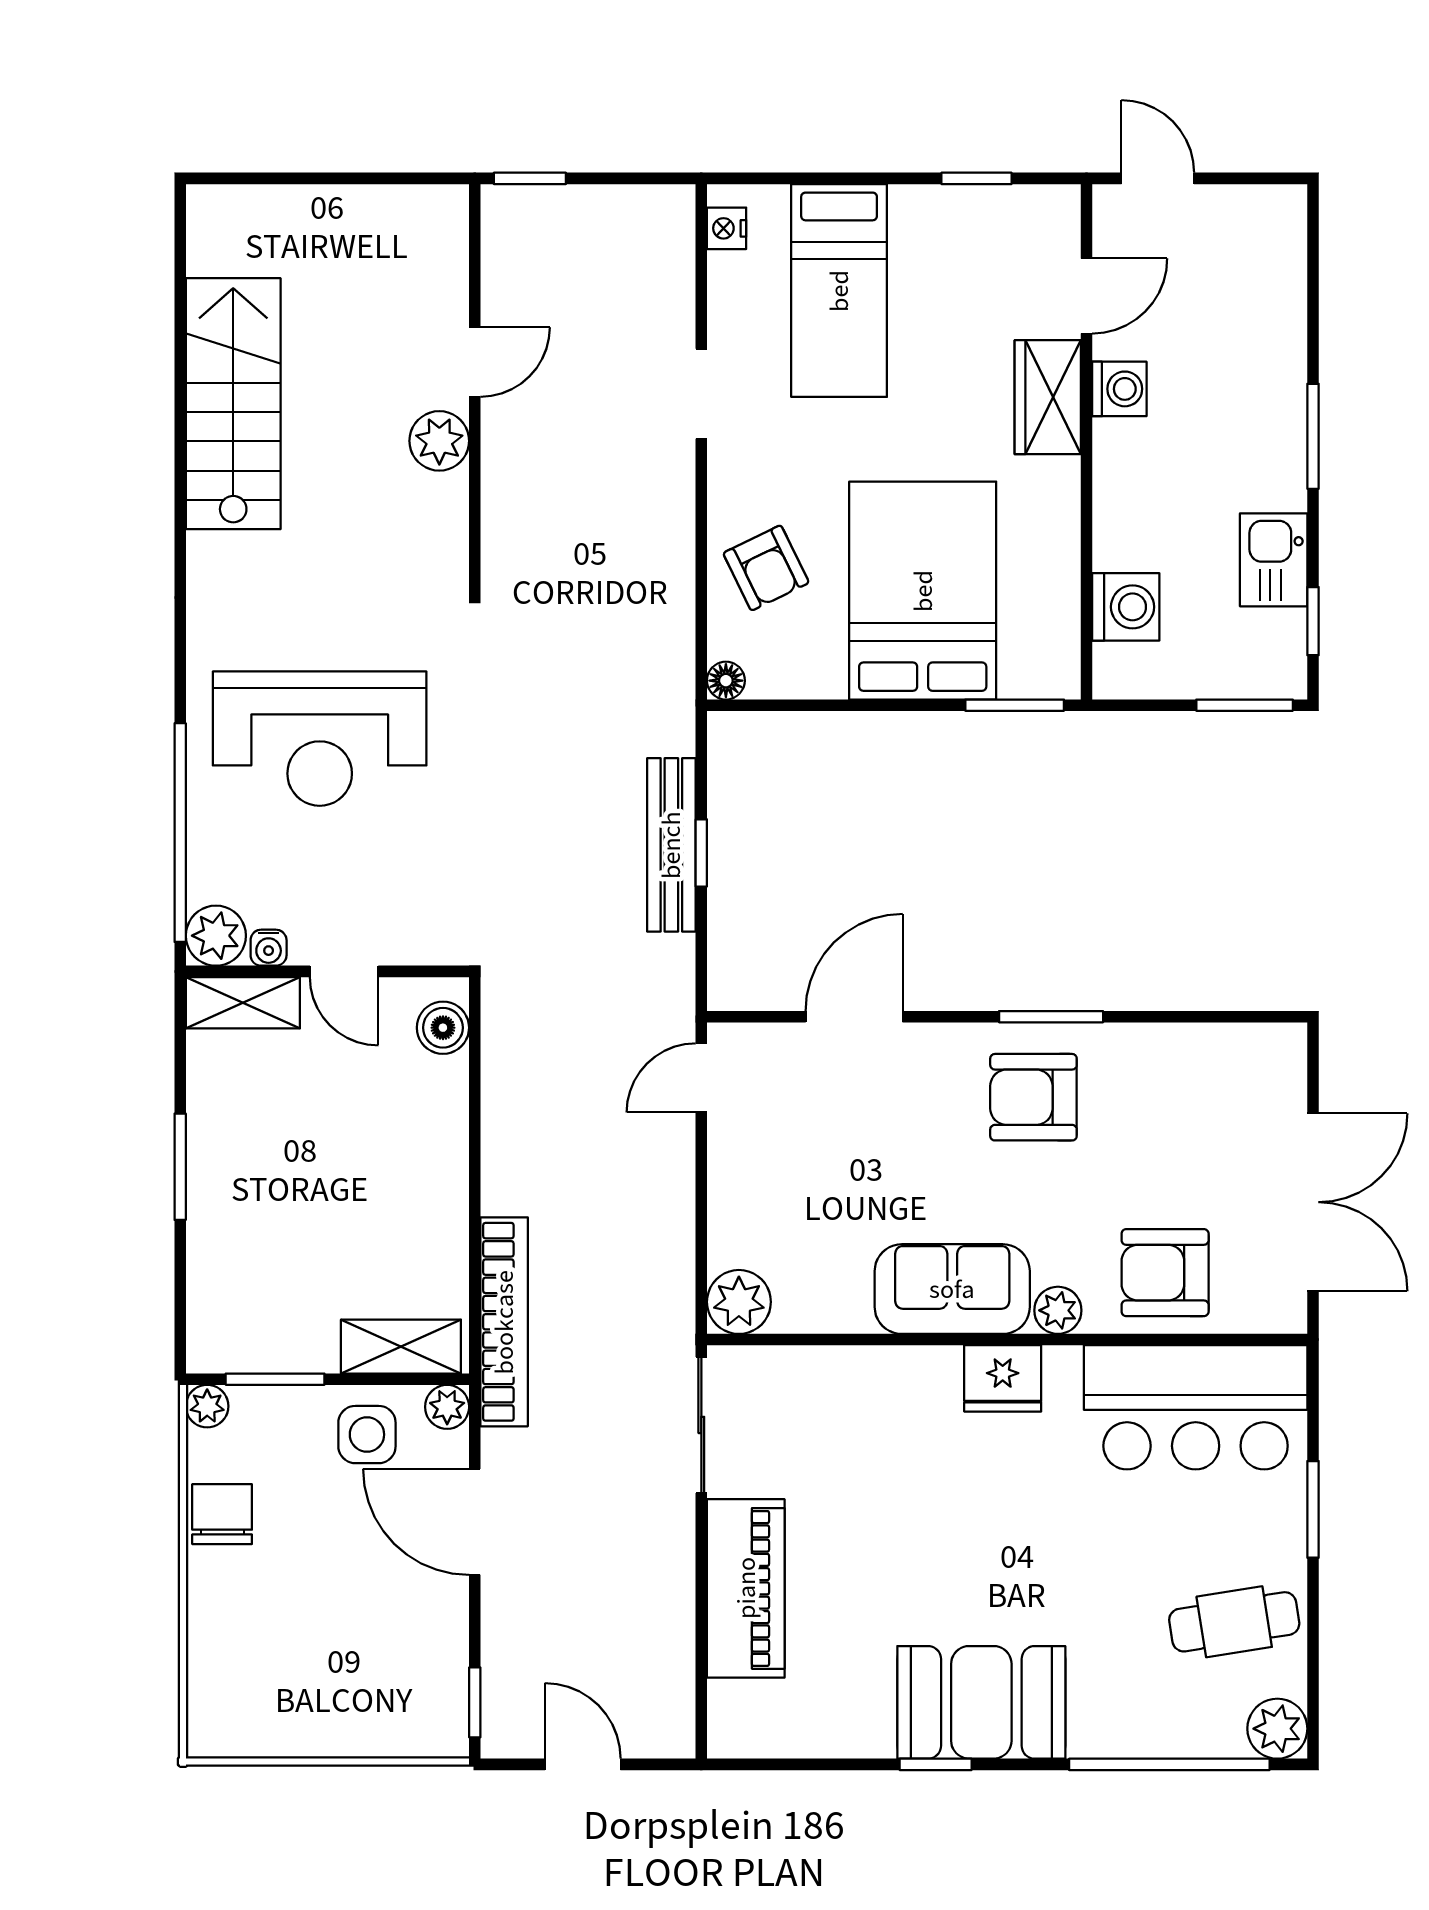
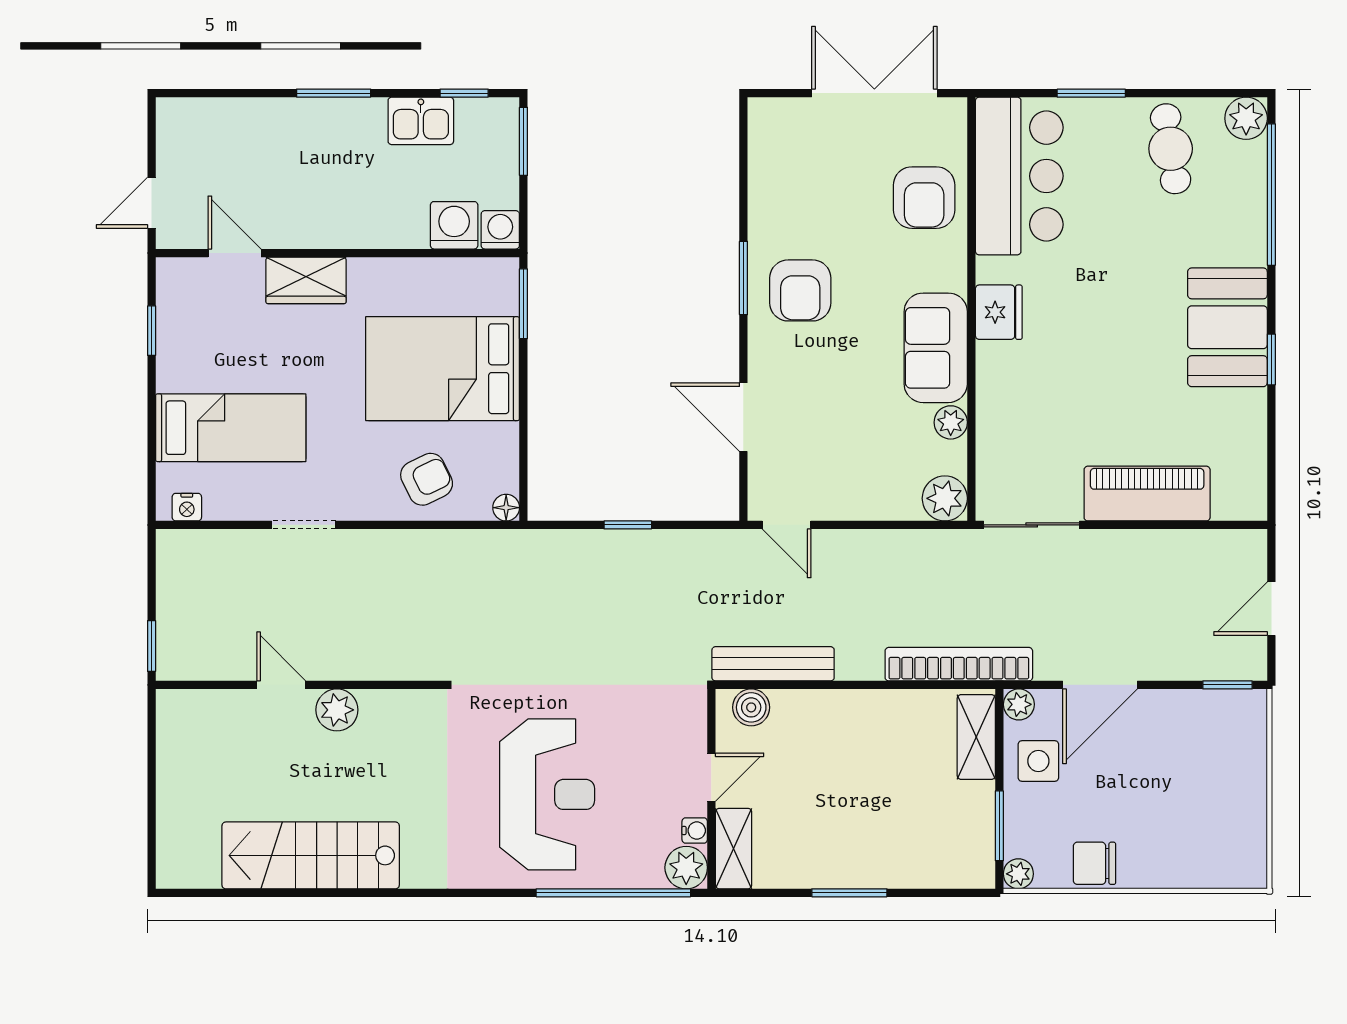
washing machine: (1119, 389) -> (500, 230), moved
bench: (671, 845) -> (773, 664), moved
plant: (1058, 1310) -> (951, 422), moved

